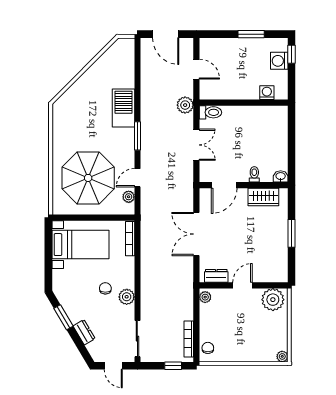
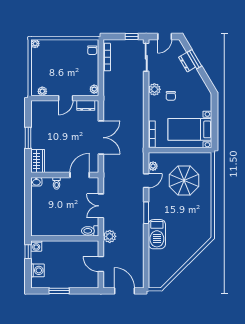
window: (291, 54) -> (28, 252), moved
washing machine: (267, 93) -> (36, 246), moved
parasol: (88, 178) -> (184, 181), width x0.73, depth x0.73
wardrobe: (263, 197) -> (38, 161), moved, turned 90
plant: (273, 300) -> (42, 91), width x0.53, depth x0.53
window: (64, 317) -> (194, 59), moved
door: (113, 366) -> (165, 37), swing flipped
window: (173, 366) -> (132, 37), moved

